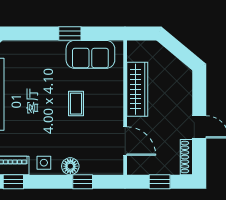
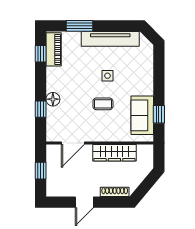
window: (70, 33) -> (159, 114), moved
shoe rack: (186, 157) -> (115, 192), moved
side table: (44, 163) -> (108, 76), moved

